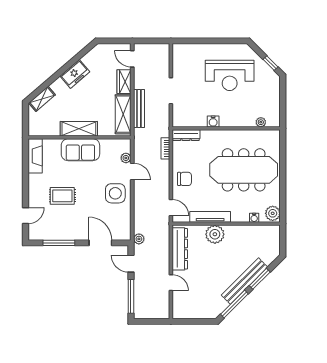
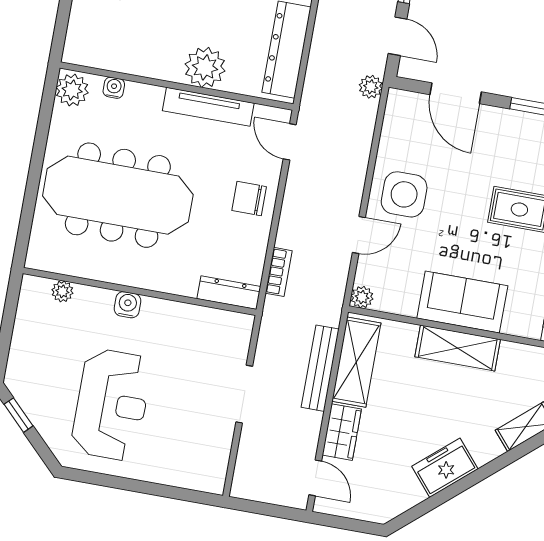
reception desk: (230, 75) -> (112, 405), turned 90
water cooler: (213, 121) -> (127, 305), moved
plant: (126, 158) -> (362, 297), moved
door: (132, 171) -> (359, 235), swing flipped

